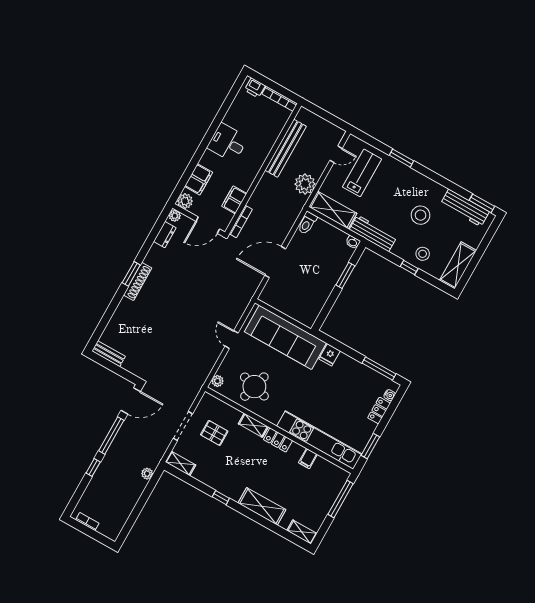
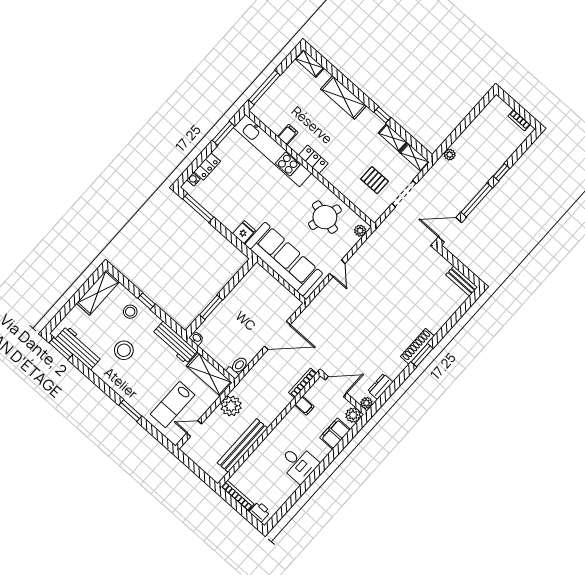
filing cabinet: (234, 200) -> (304, 406), width x0.50
shelving: (253, 425) -> (393, 138), moved

